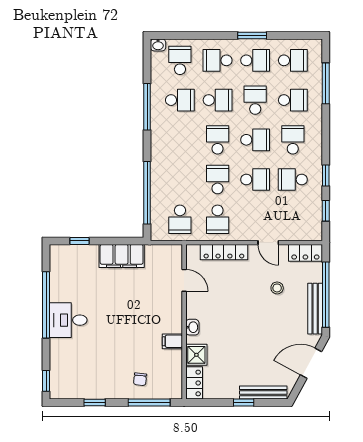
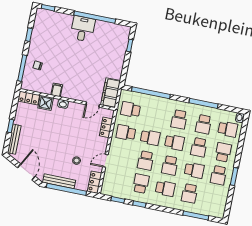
school desk: (293, 60) -> (179, 119), moved
locker: (224, 252) -> (106, 127), width x0.66
filing cabinet: (122, 256) -> (111, 93), moved

